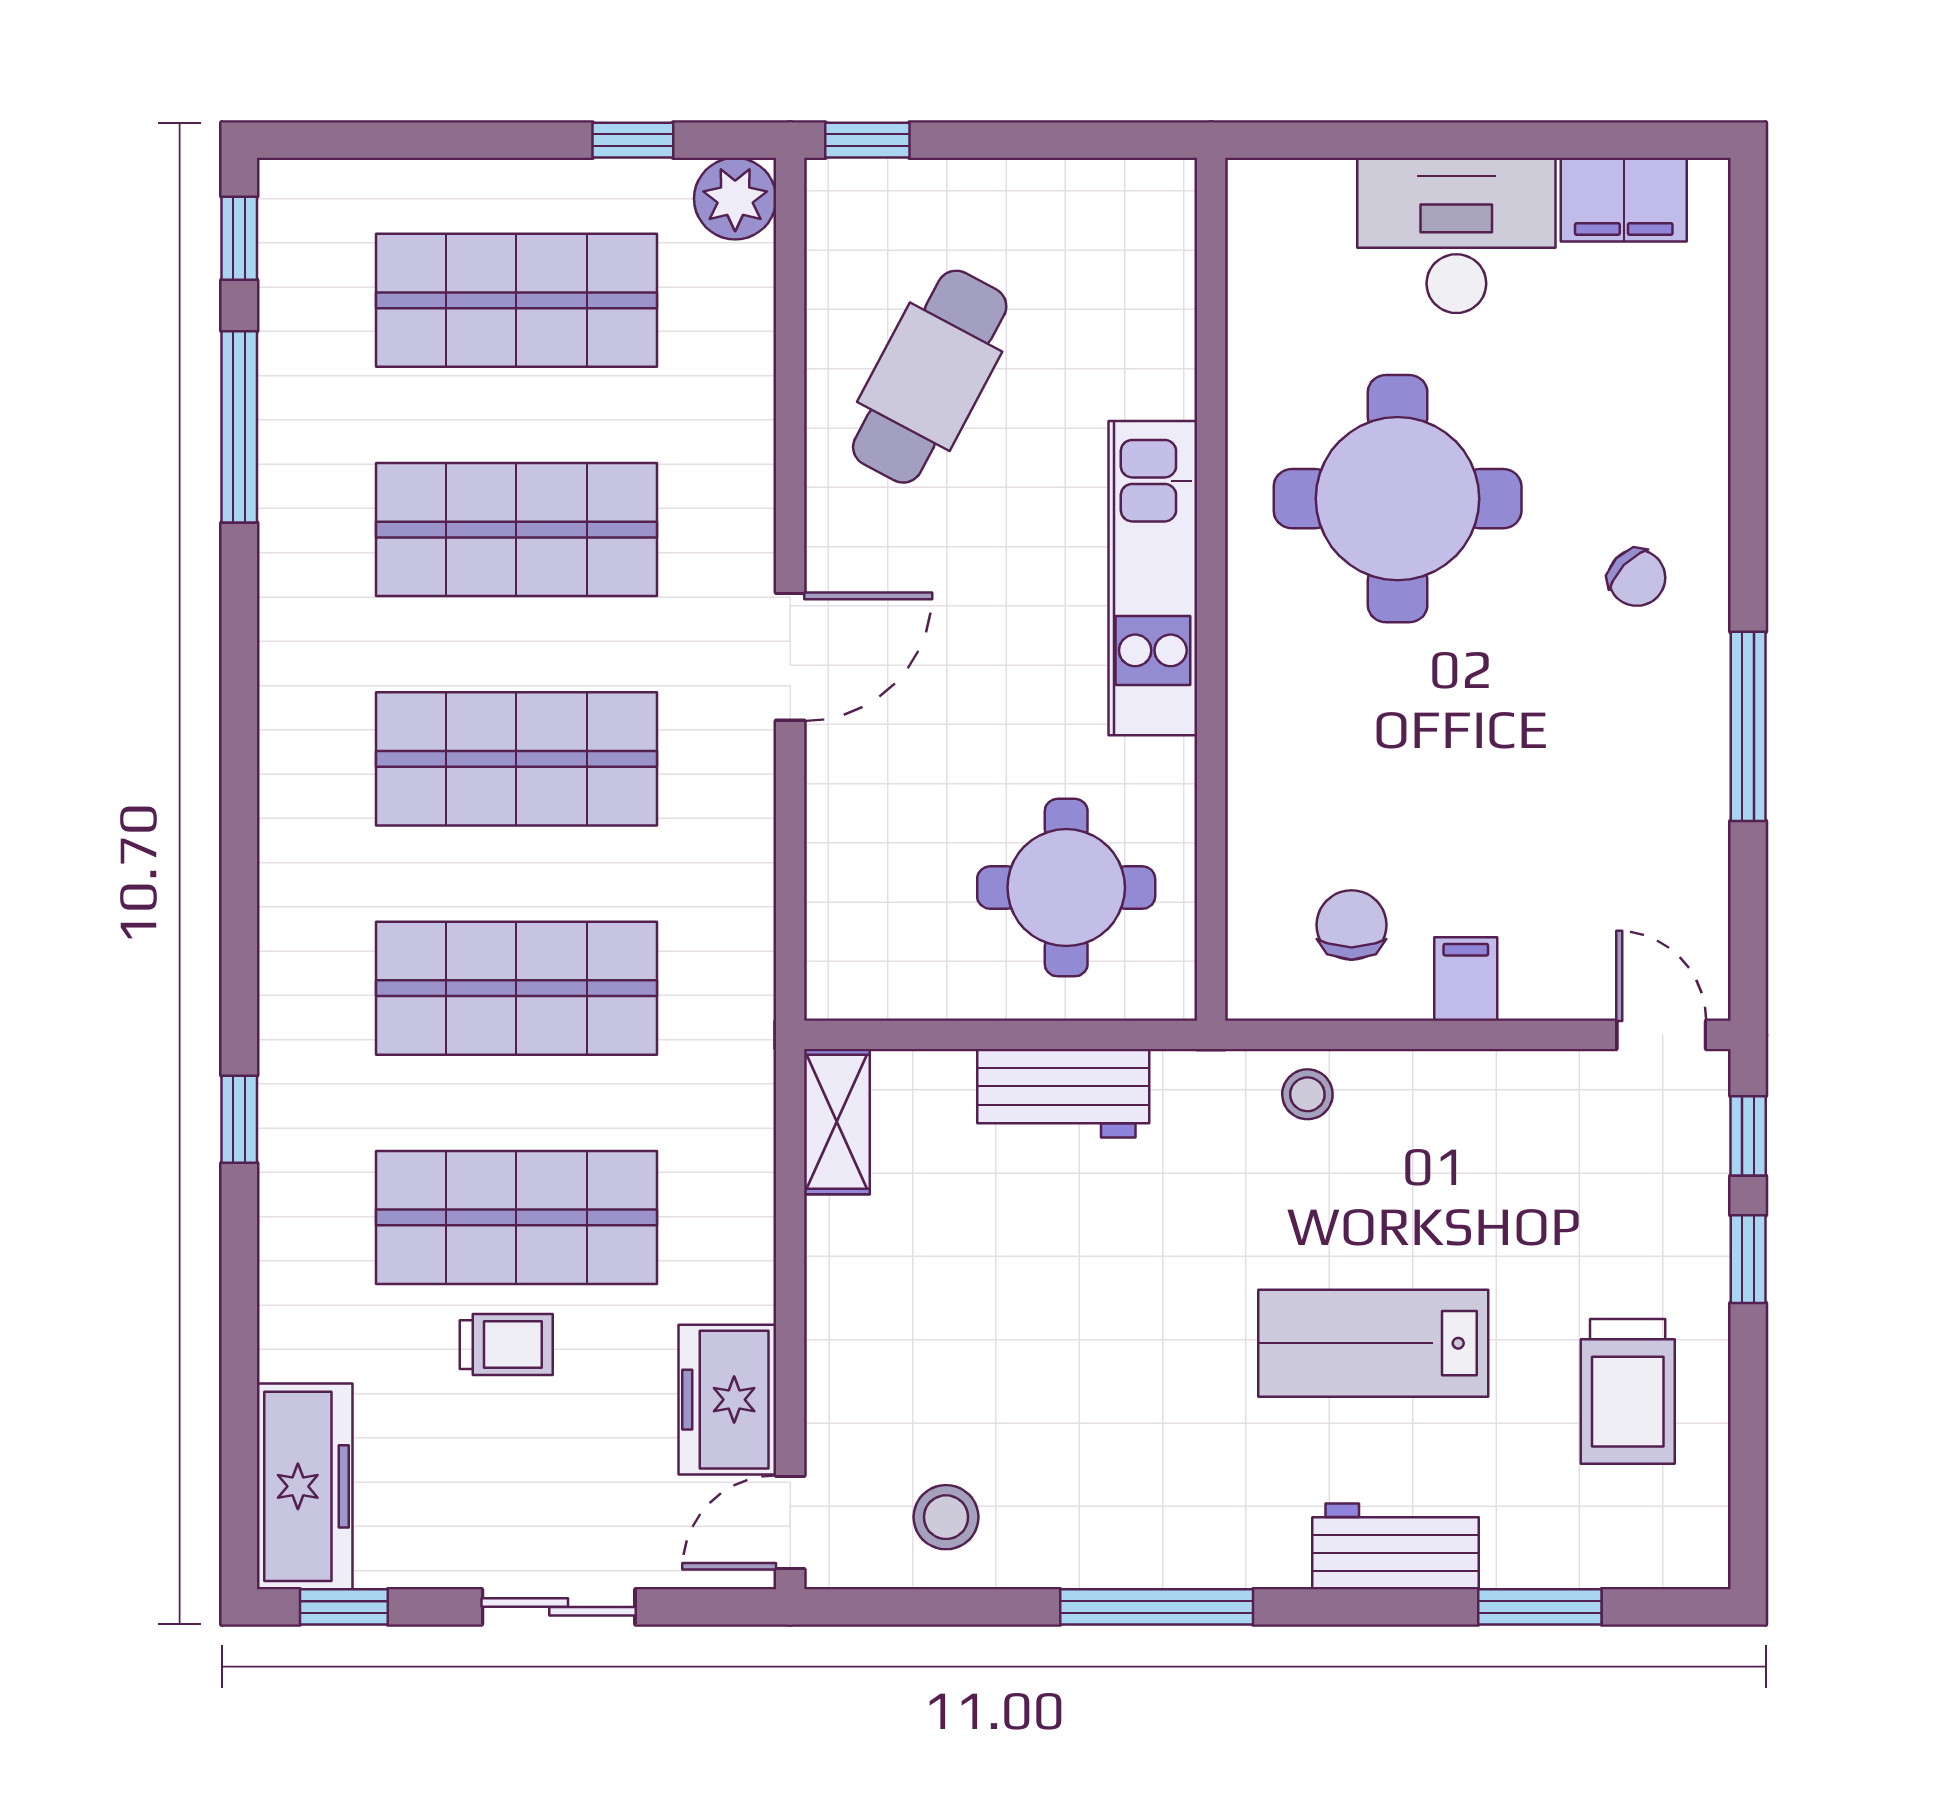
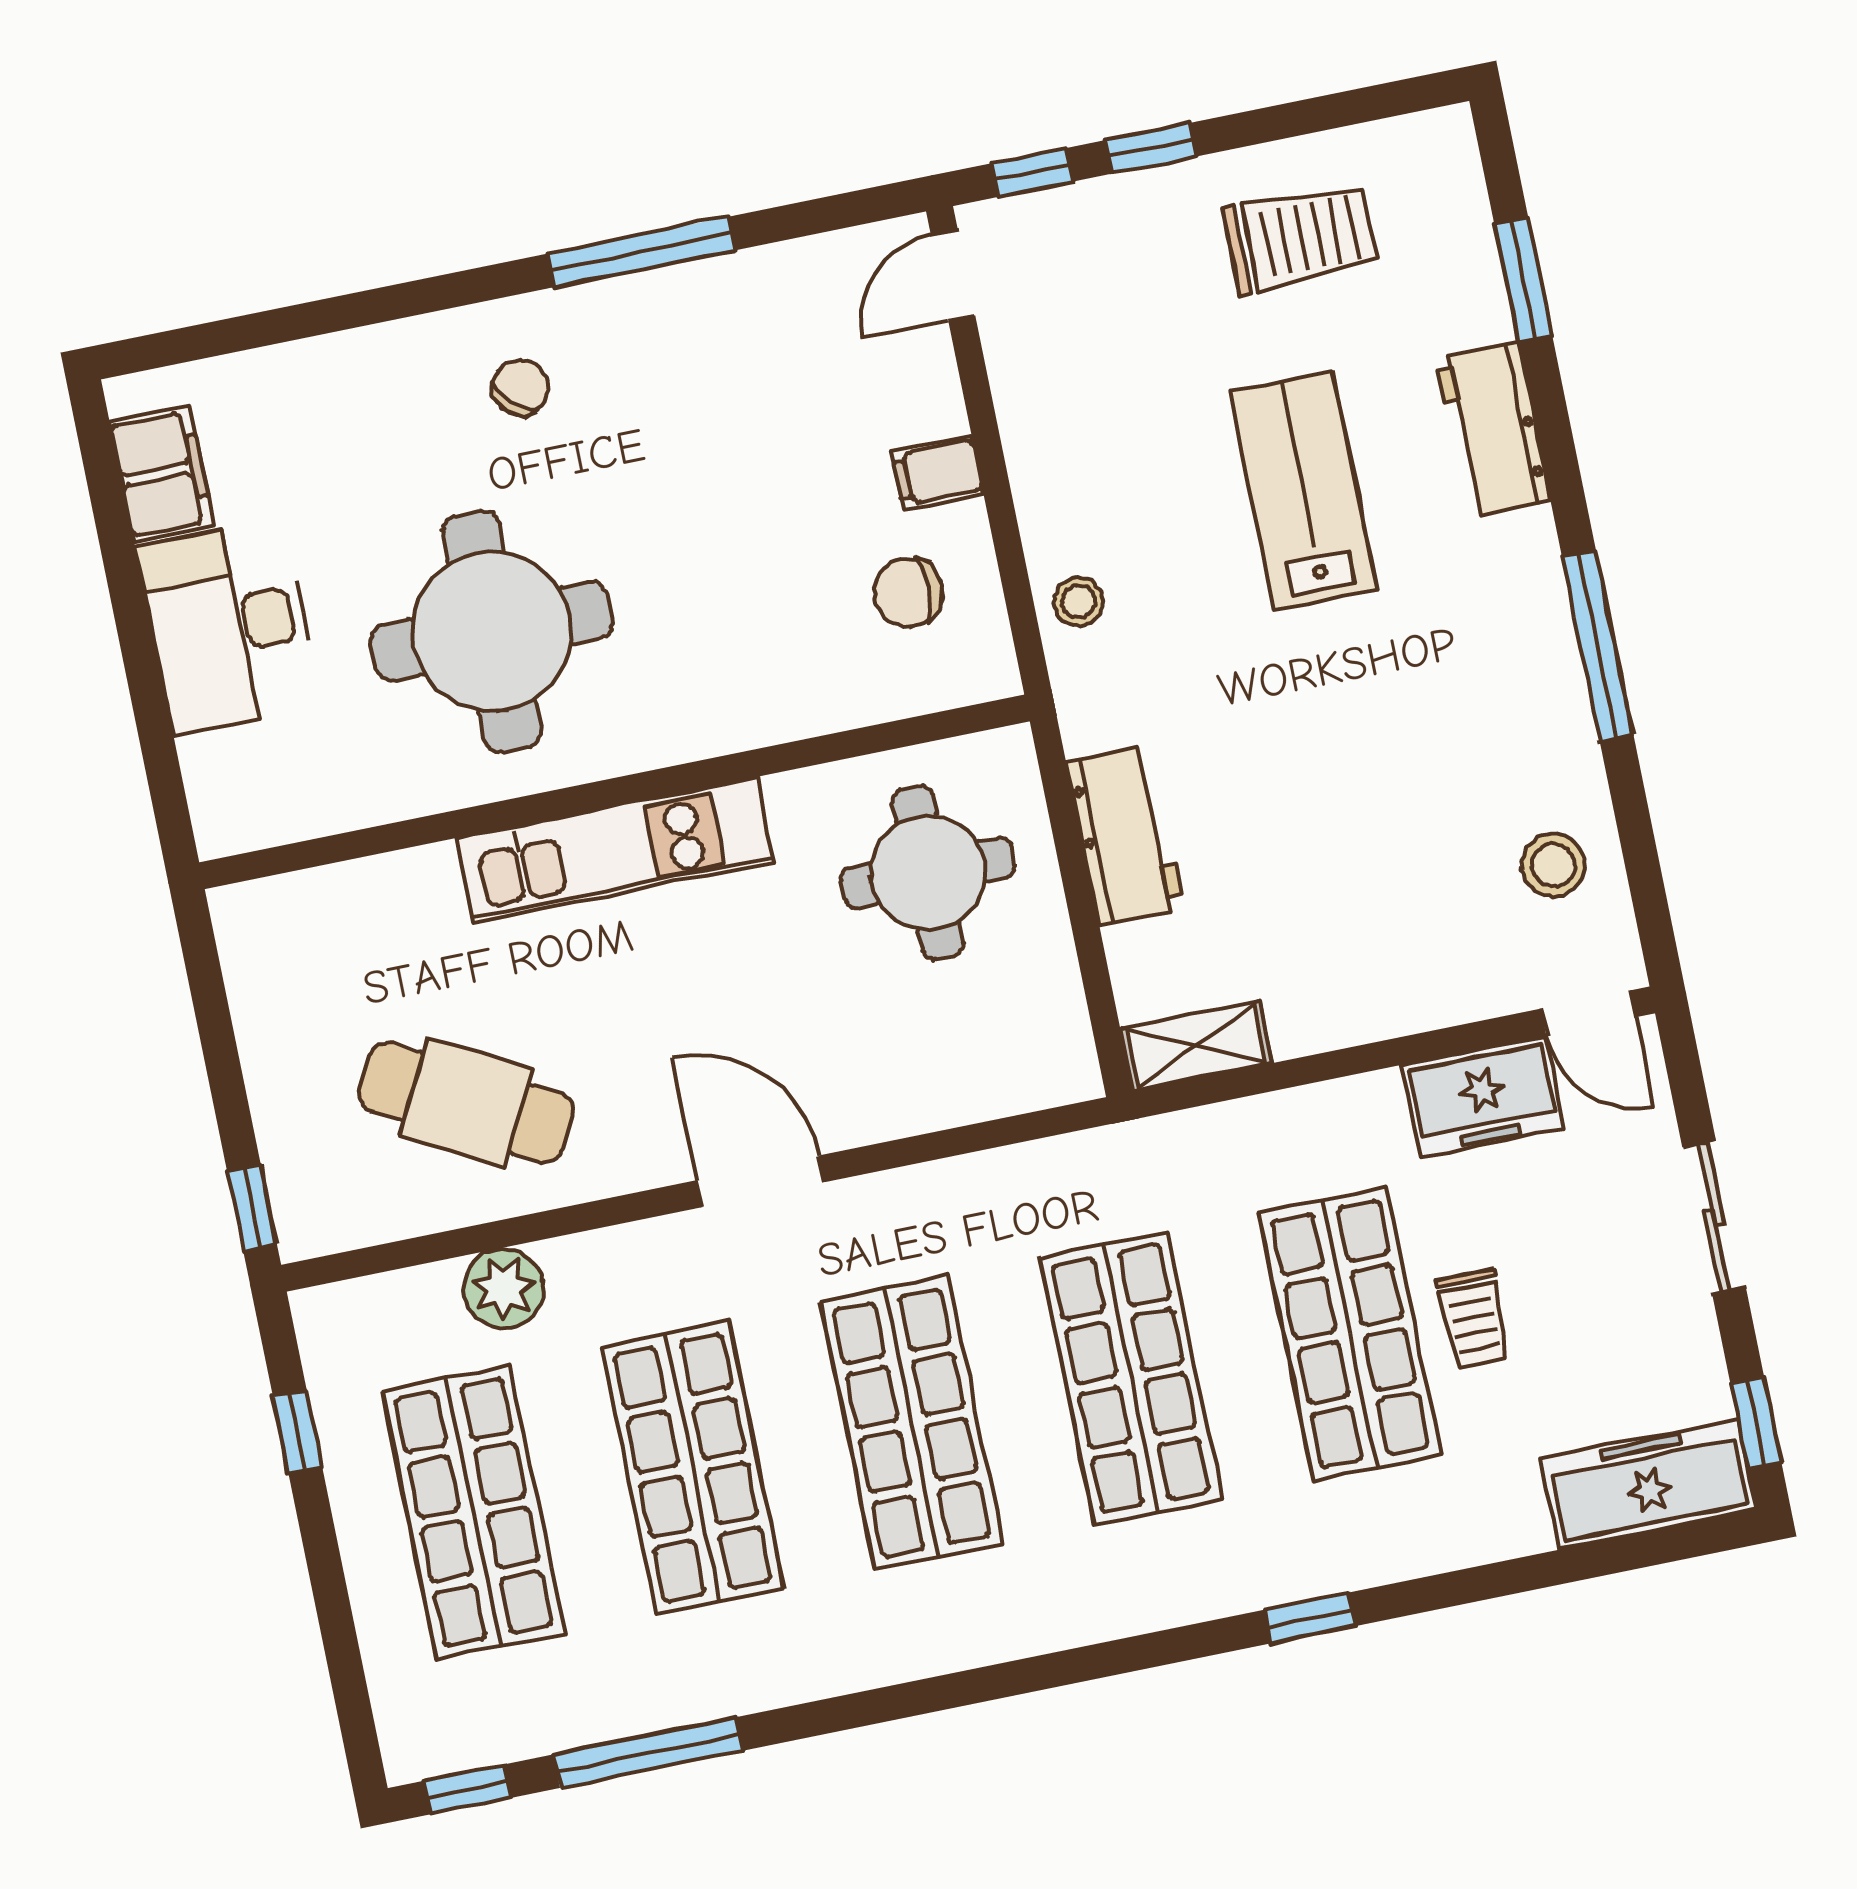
plant: (735, 199) -> (503, 1288), moved
lab bench: (1373, 1343) -> (1304, 490), turned 180
trolley: (506, 1345) -> (1474, 1319), turned 180

